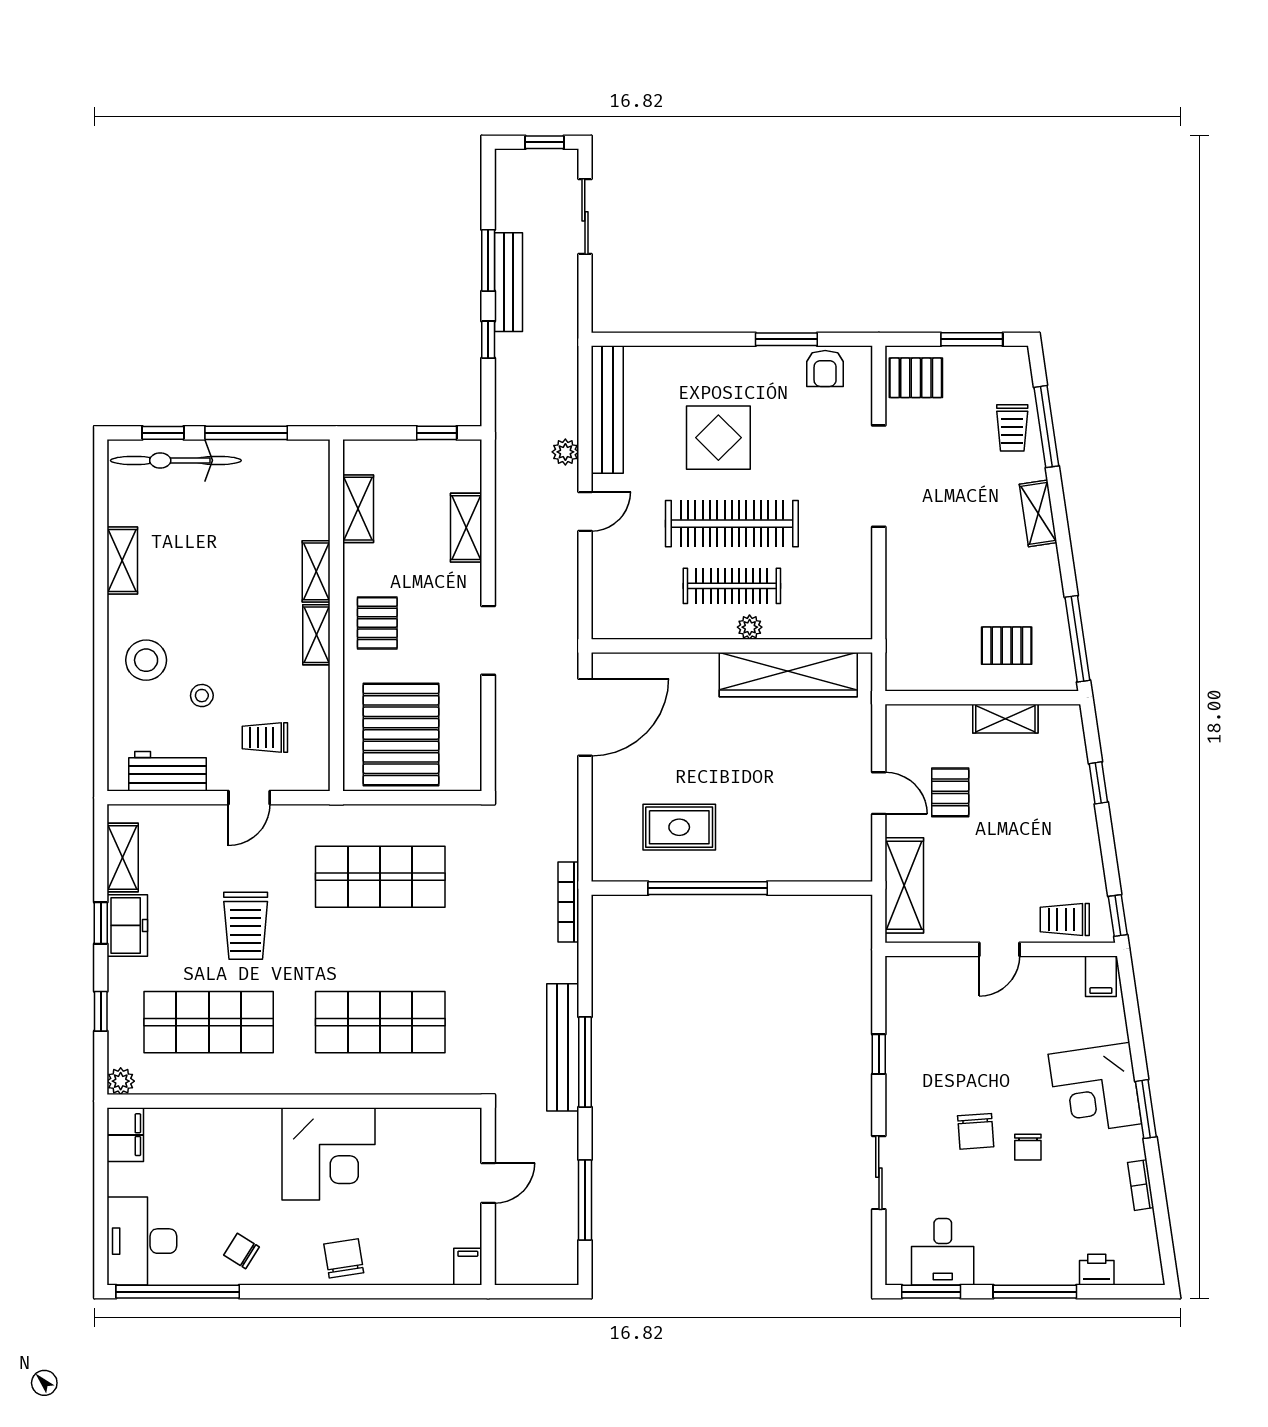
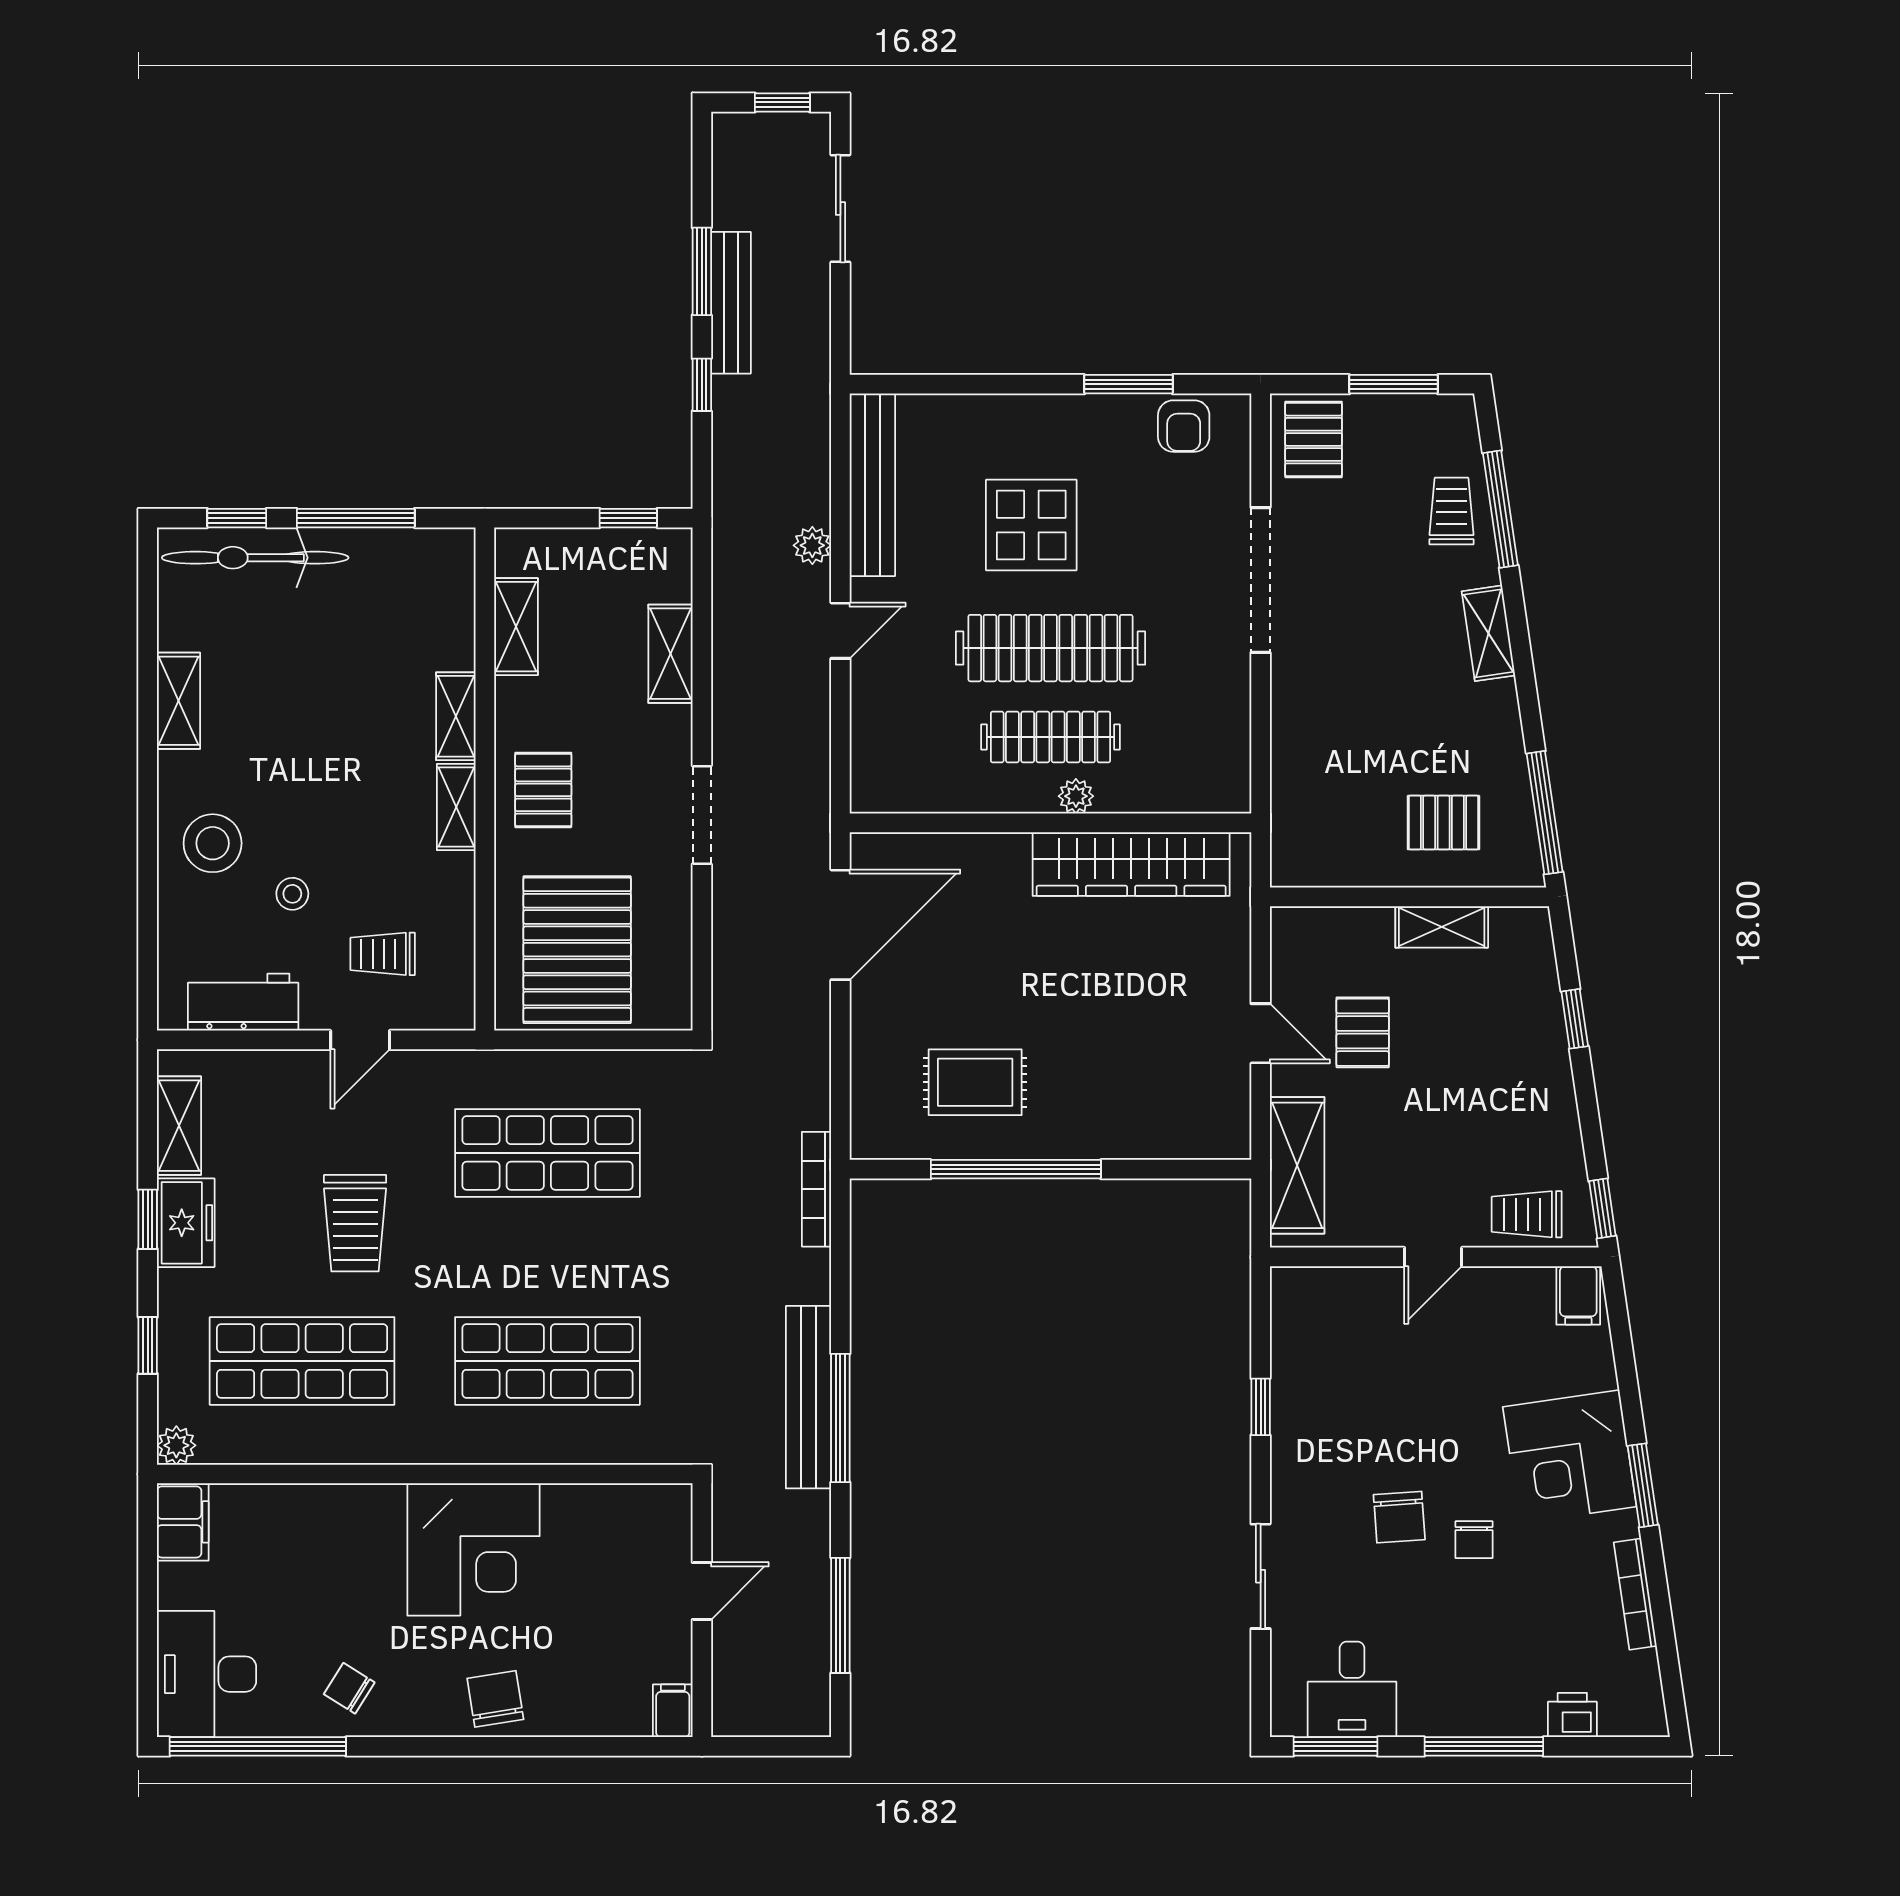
pallet: (916, 378) -> (1314, 439), turned 90
trolley: (1012, 428) -> (1452, 511), turned 180
bookcase: (1141, 1185) -> (1635, 1594), width x1.56

